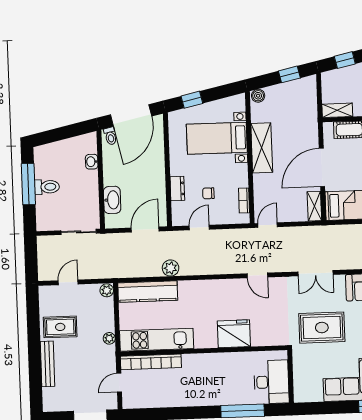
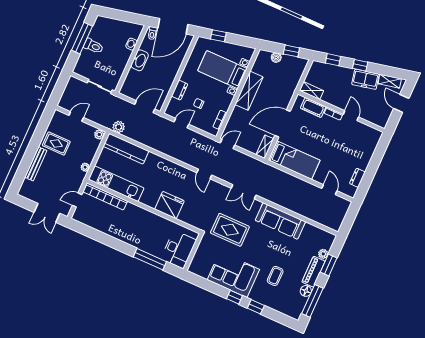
boiler: (258, 96) -> (276, 57), moved
washbasin: (112, 200) -> (140, 60), moved
plant: (171, 268) -> (119, 127), moved

